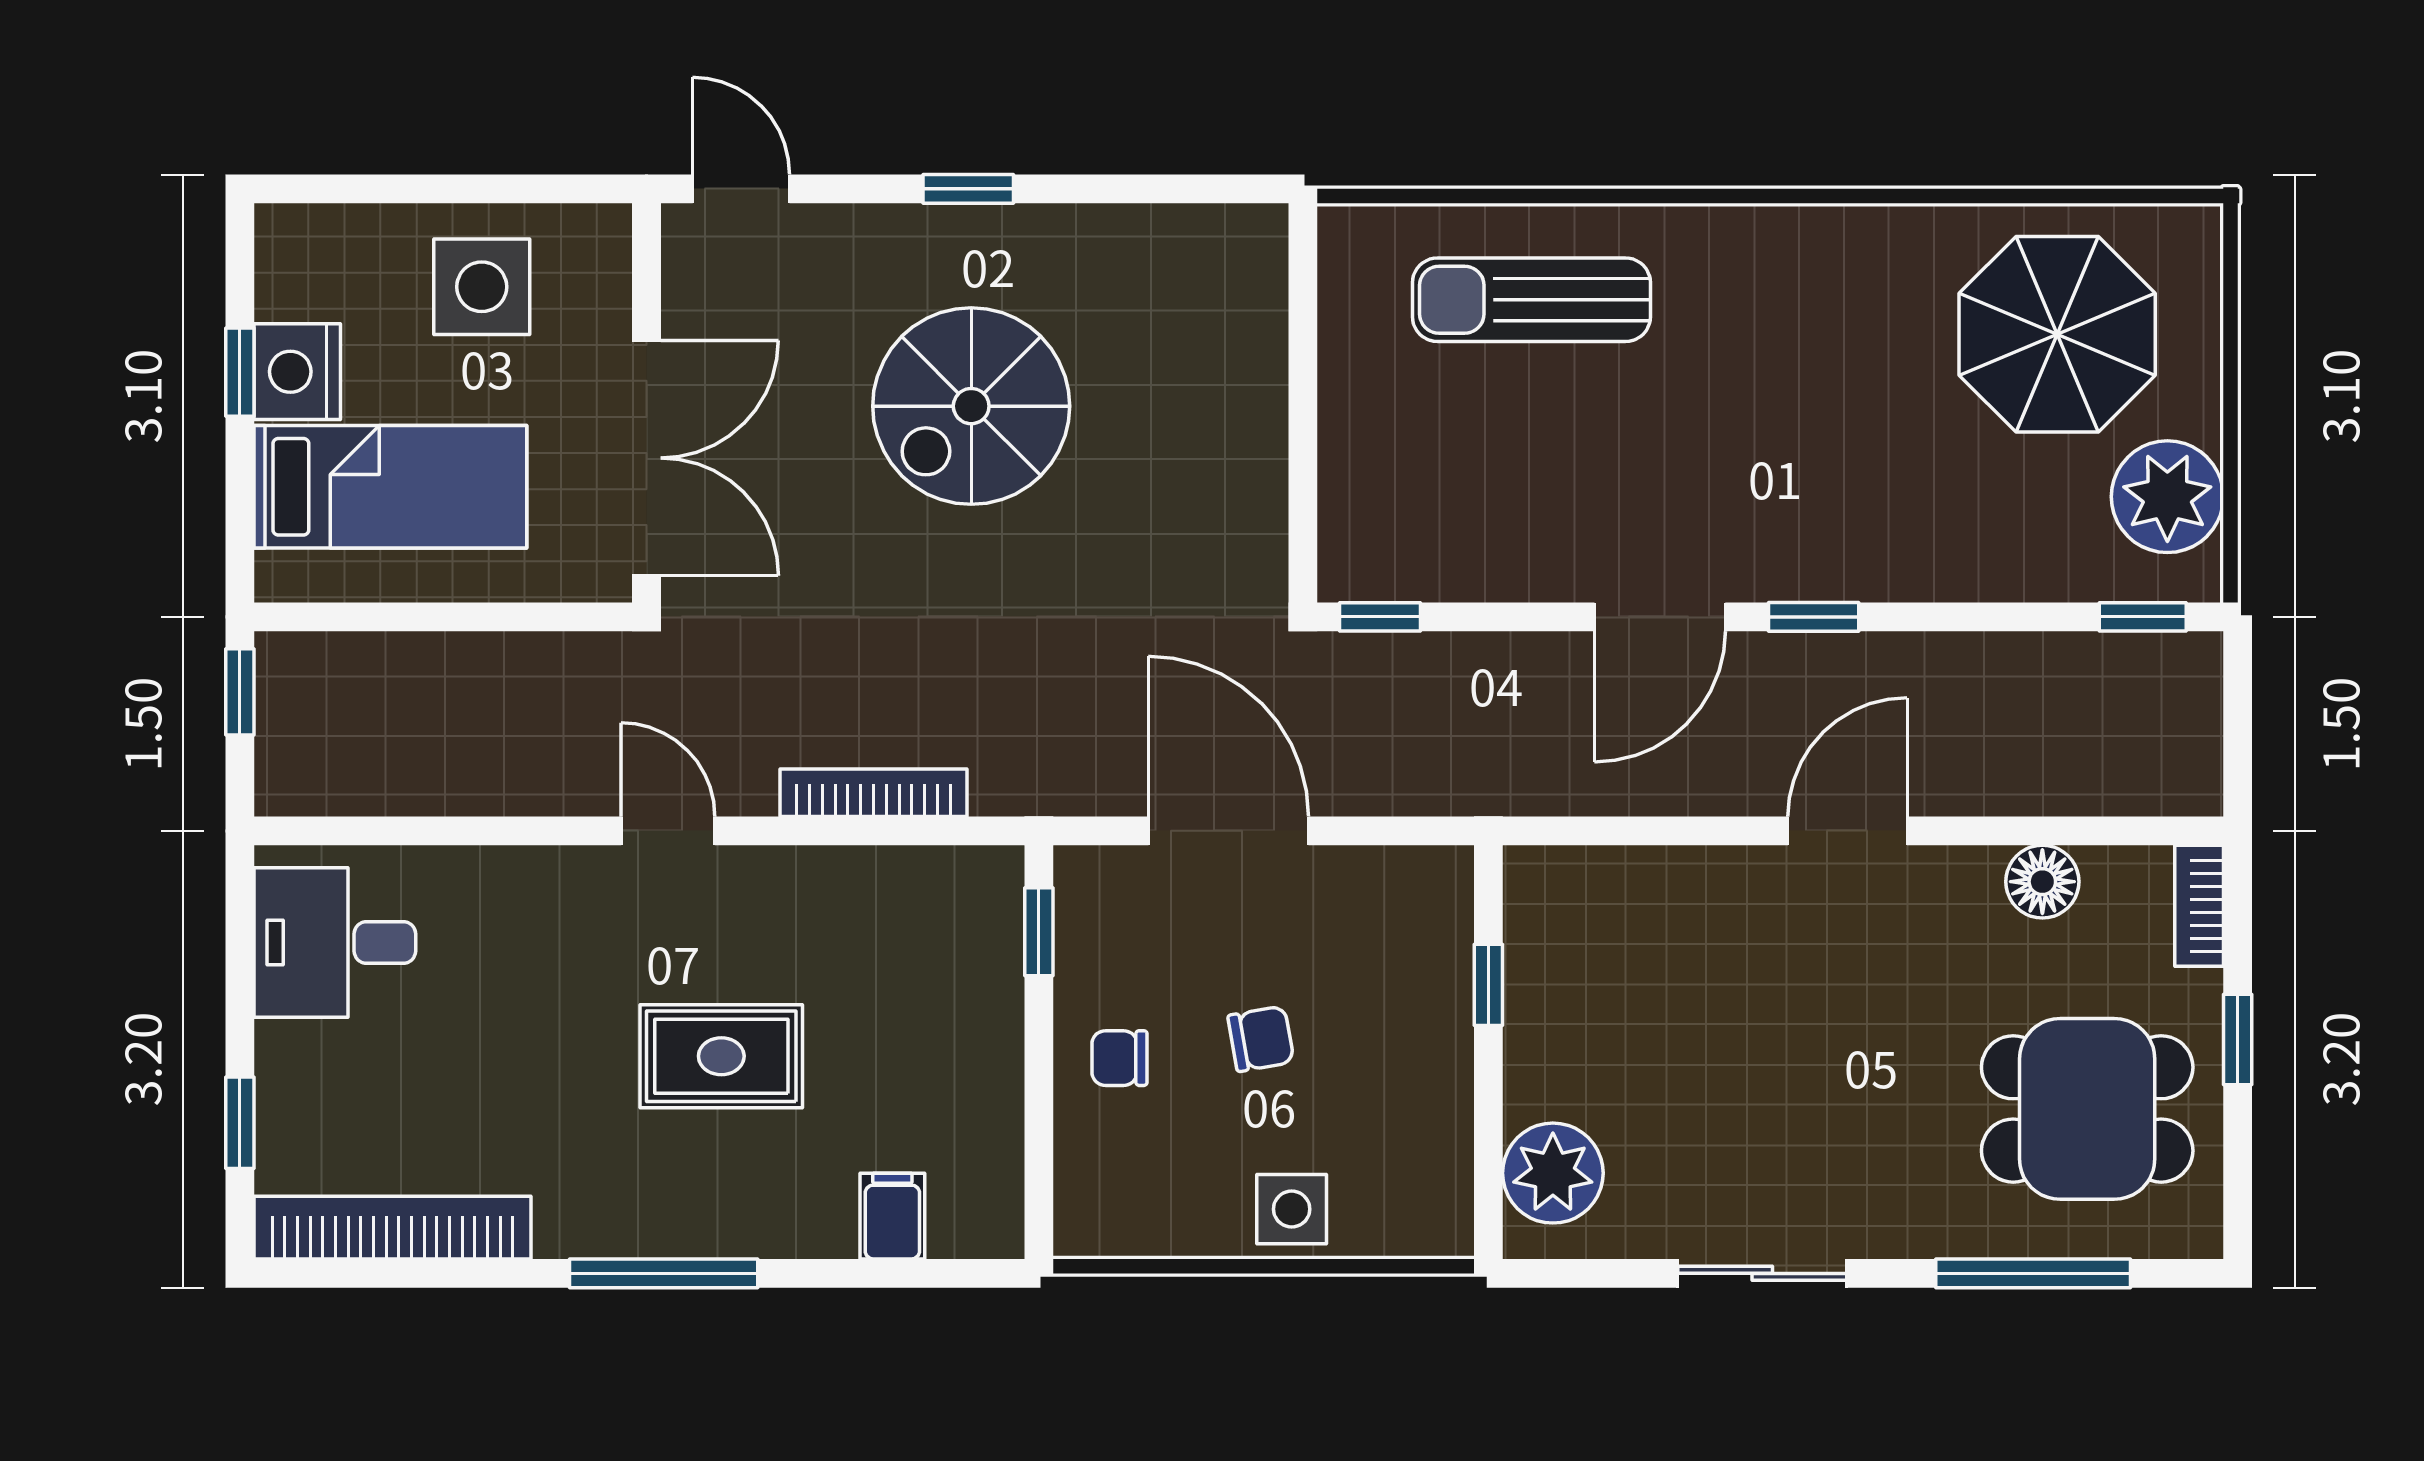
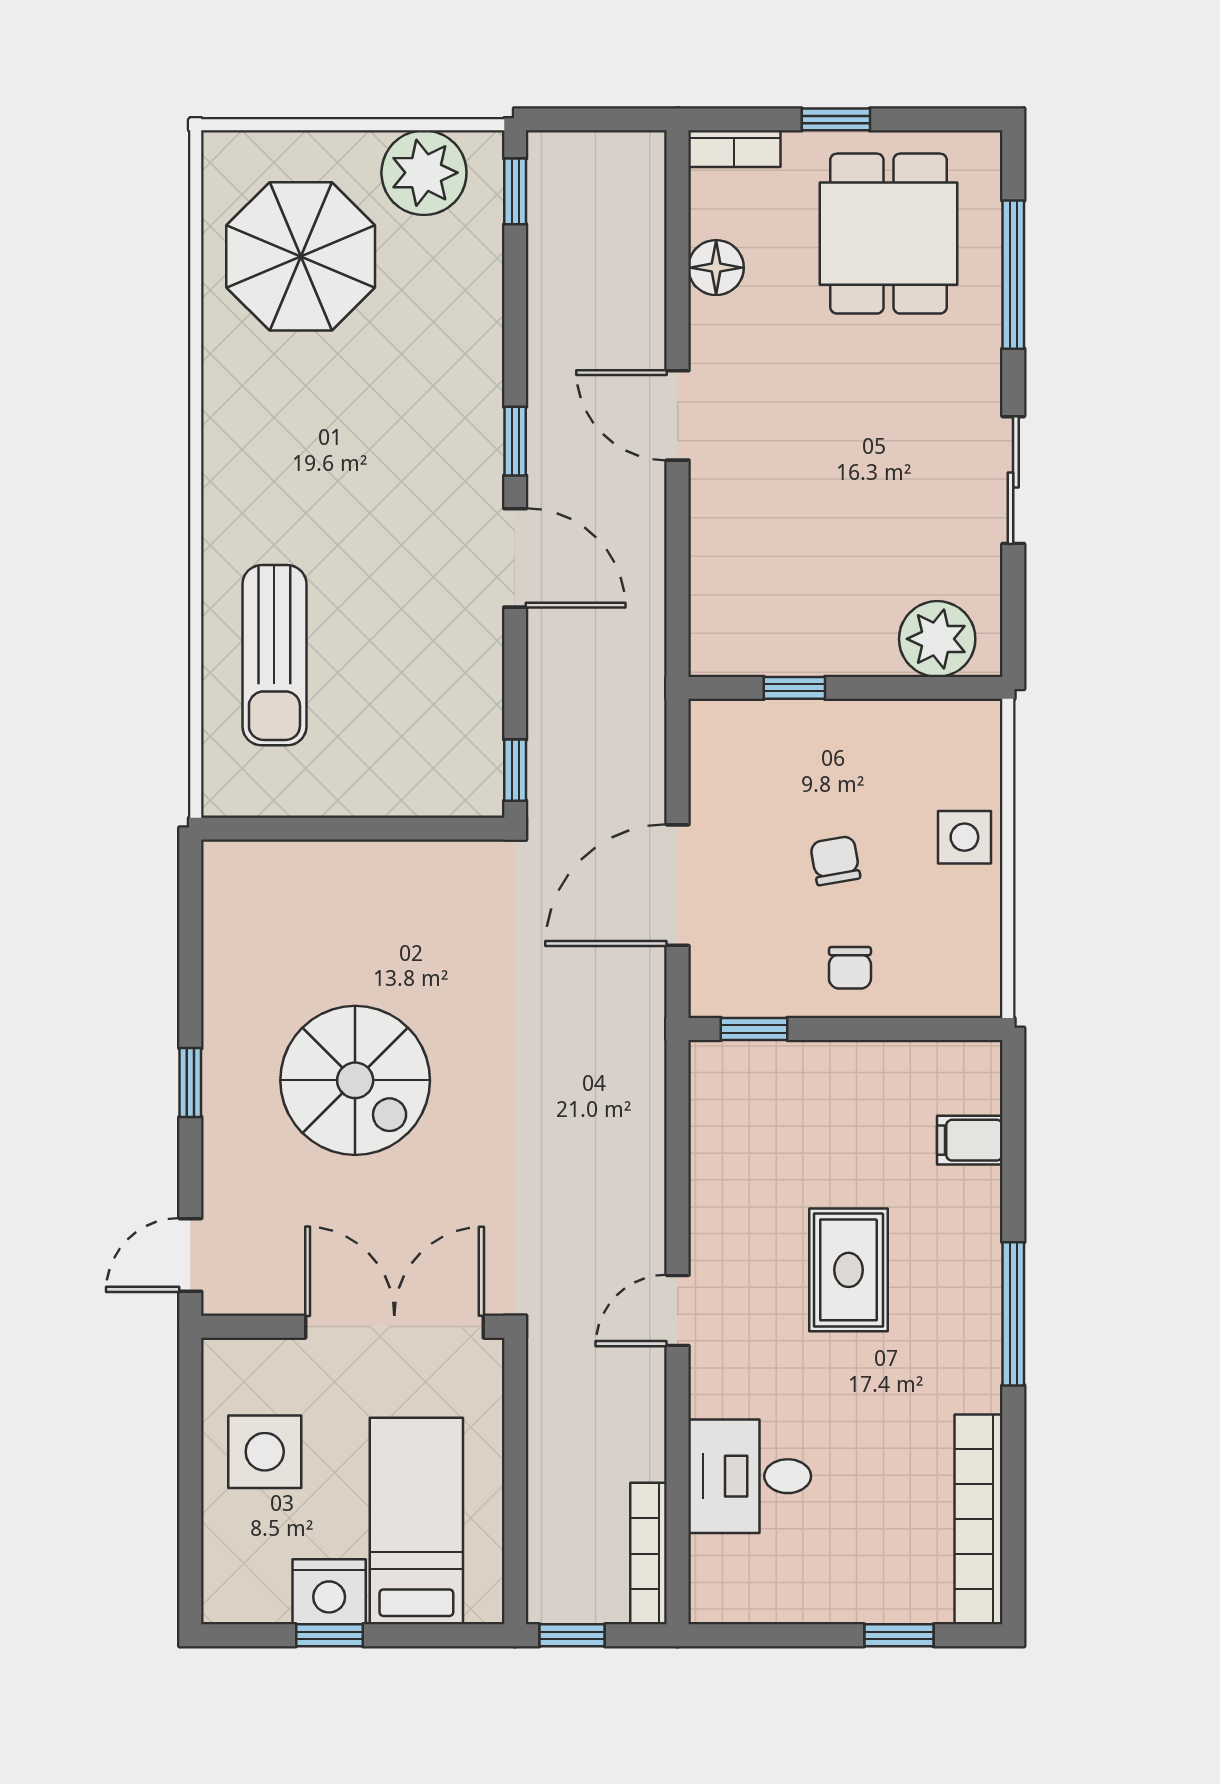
bookcase: (874, 793) -> (649, 1554), moved
desk: (335, 943) -> (750, 1476), moved, turned 90

